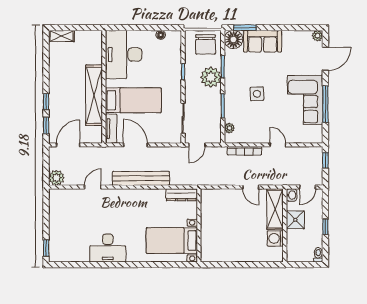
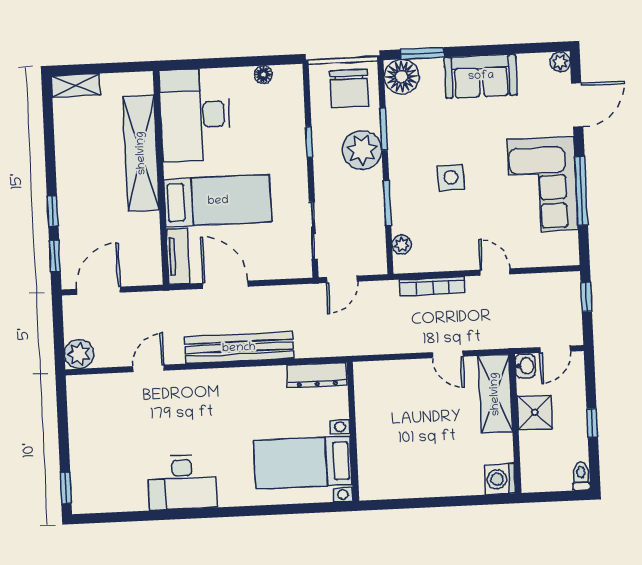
sofa: (263, 41) -> (481, 76), moved
shelving: (94, 95) -> (141, 153), moved
washing machine: (275, 238) -> (500, 479), moved

